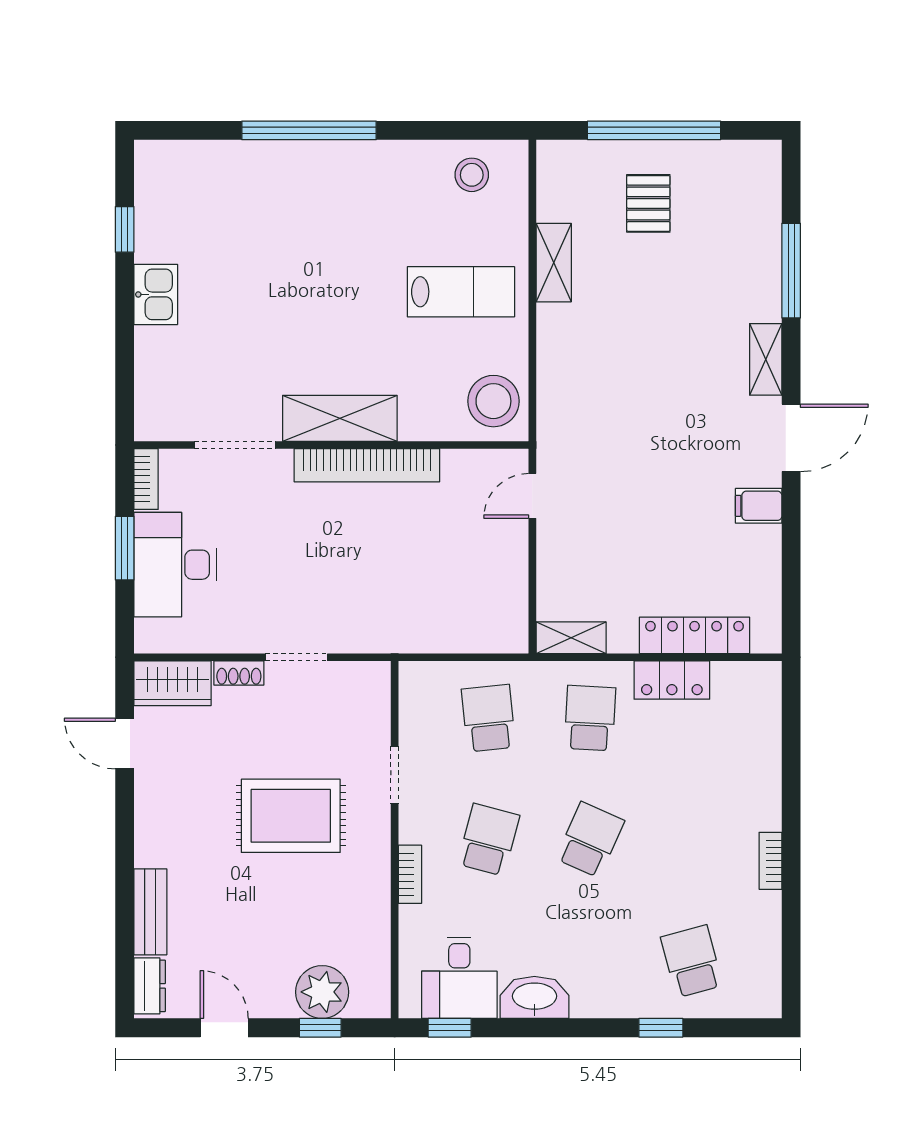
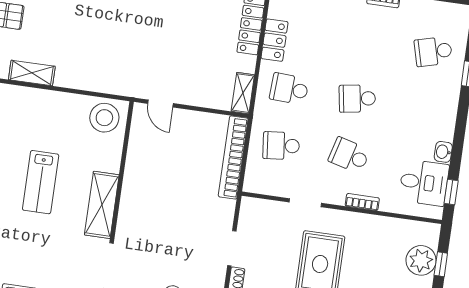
lab bench: (461, 292) -> (41, 182), moved, turned 180
bookcase: (367, 465) -> (233, 157), moved, turned 180
school desk: (590, 840) -> (357, 99), turned -33
washbasin: (534, 997) -> (443, 152), width x0.52, depth x0.69

